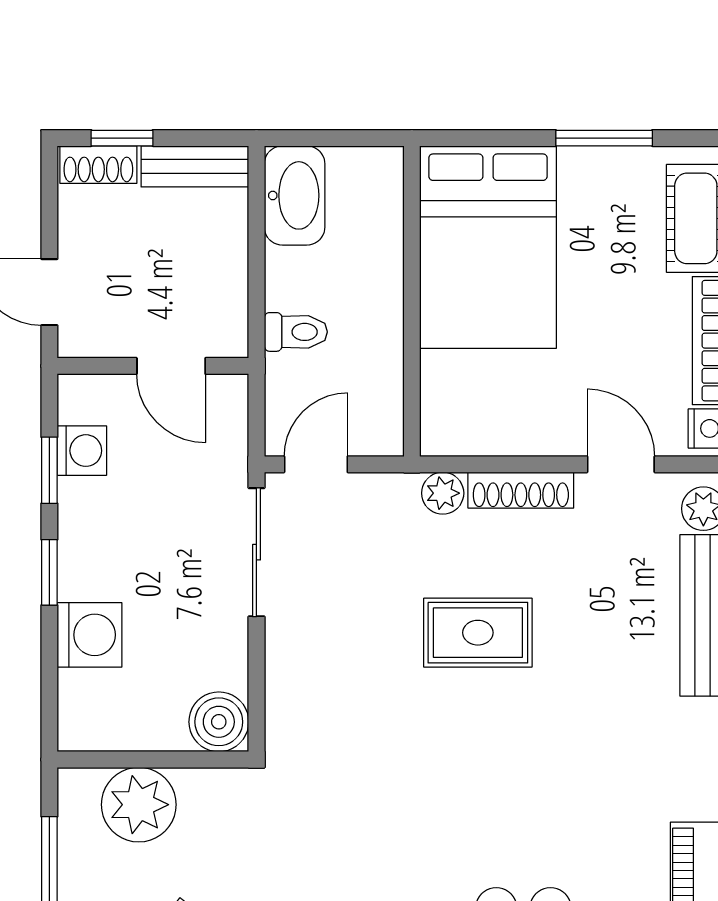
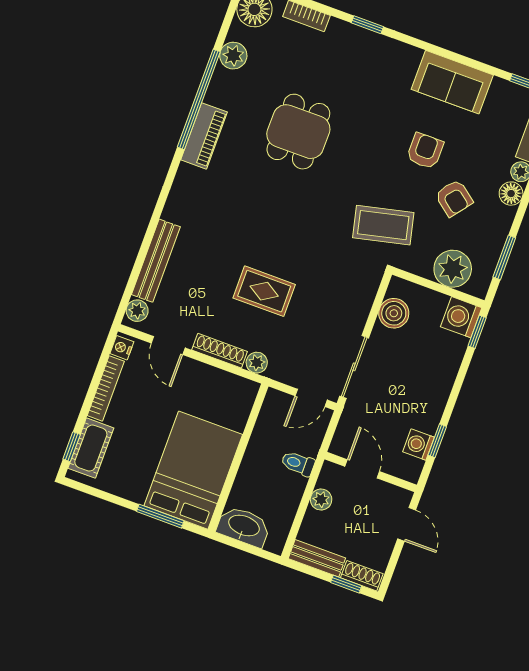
window: (604, 138) -> (160, 516), moved
washbasin: (295, 195) -> (244, 526), moved, turned 90
plant: (227, 280) -> (321, 500), added
window: (49, 572) -> (477, 332), moved
washing machine: (89, 635) -> (461, 317), moved
boiler: (219, 722) -> (394, 313), moved
coffee table: (299, 839) -> (383, 225), added

